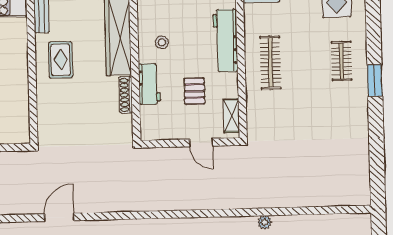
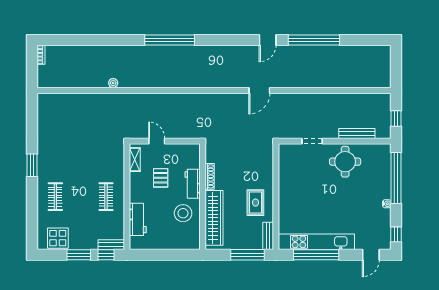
workbench: (225, 41) -> (138, 219), width x0.73
stool: (162, 42) -> (183, 213), width x1.89, depth x1.89
clothes rail: (270, 63) -> (106, 197), width x0.73
window: (375, 80) -> (32, 165), moved

